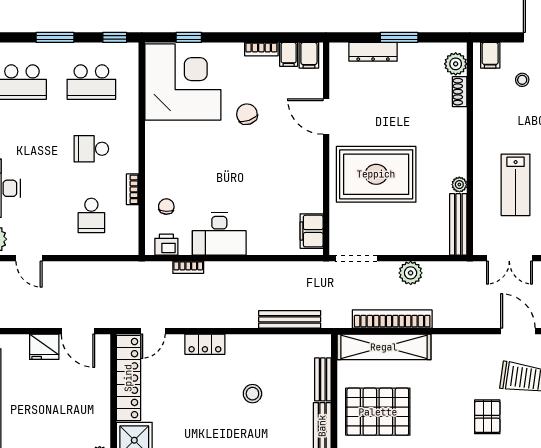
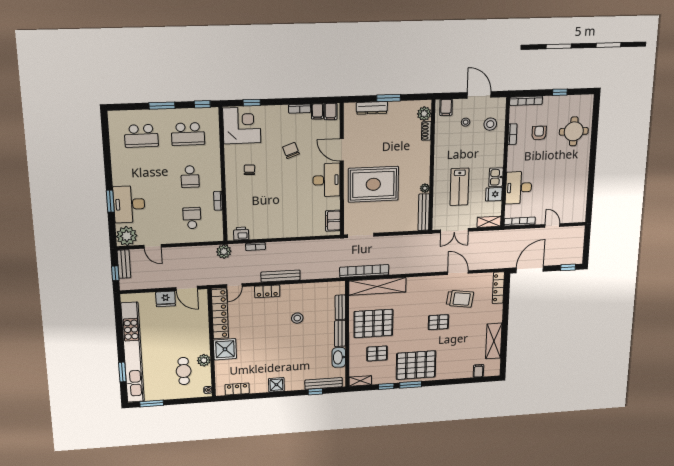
corner desk: (183, 82) -> (242, 125), width x0.74, depth x0.74
school desk: (91, 149) -> (190, 177), turned -90
chair: (166, 207) -> (249, 170), moved
school desk: (91, 215) -> (192, 218), turned 180
desk: (219, 234) -> (327, 180), moved, turned -90
plant: (411, 273) -> (224, 252), moved
bench: (290, 319) -> (281, 276), moved
bookcase: (392, 319) -> (364, 271), moved
pallet: (487, 417) -> (438, 322), turned 90

